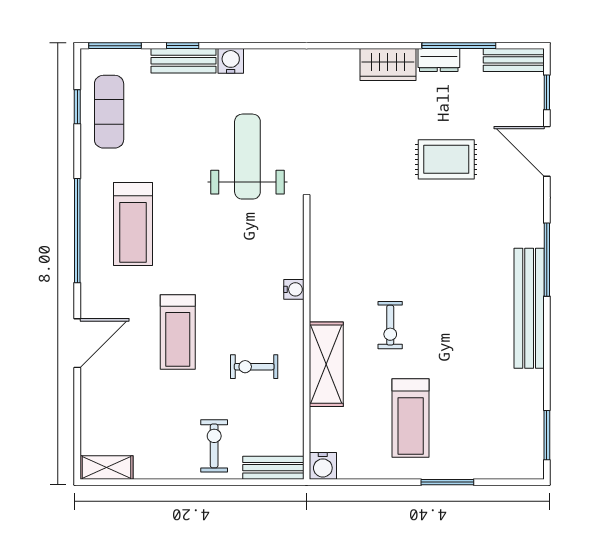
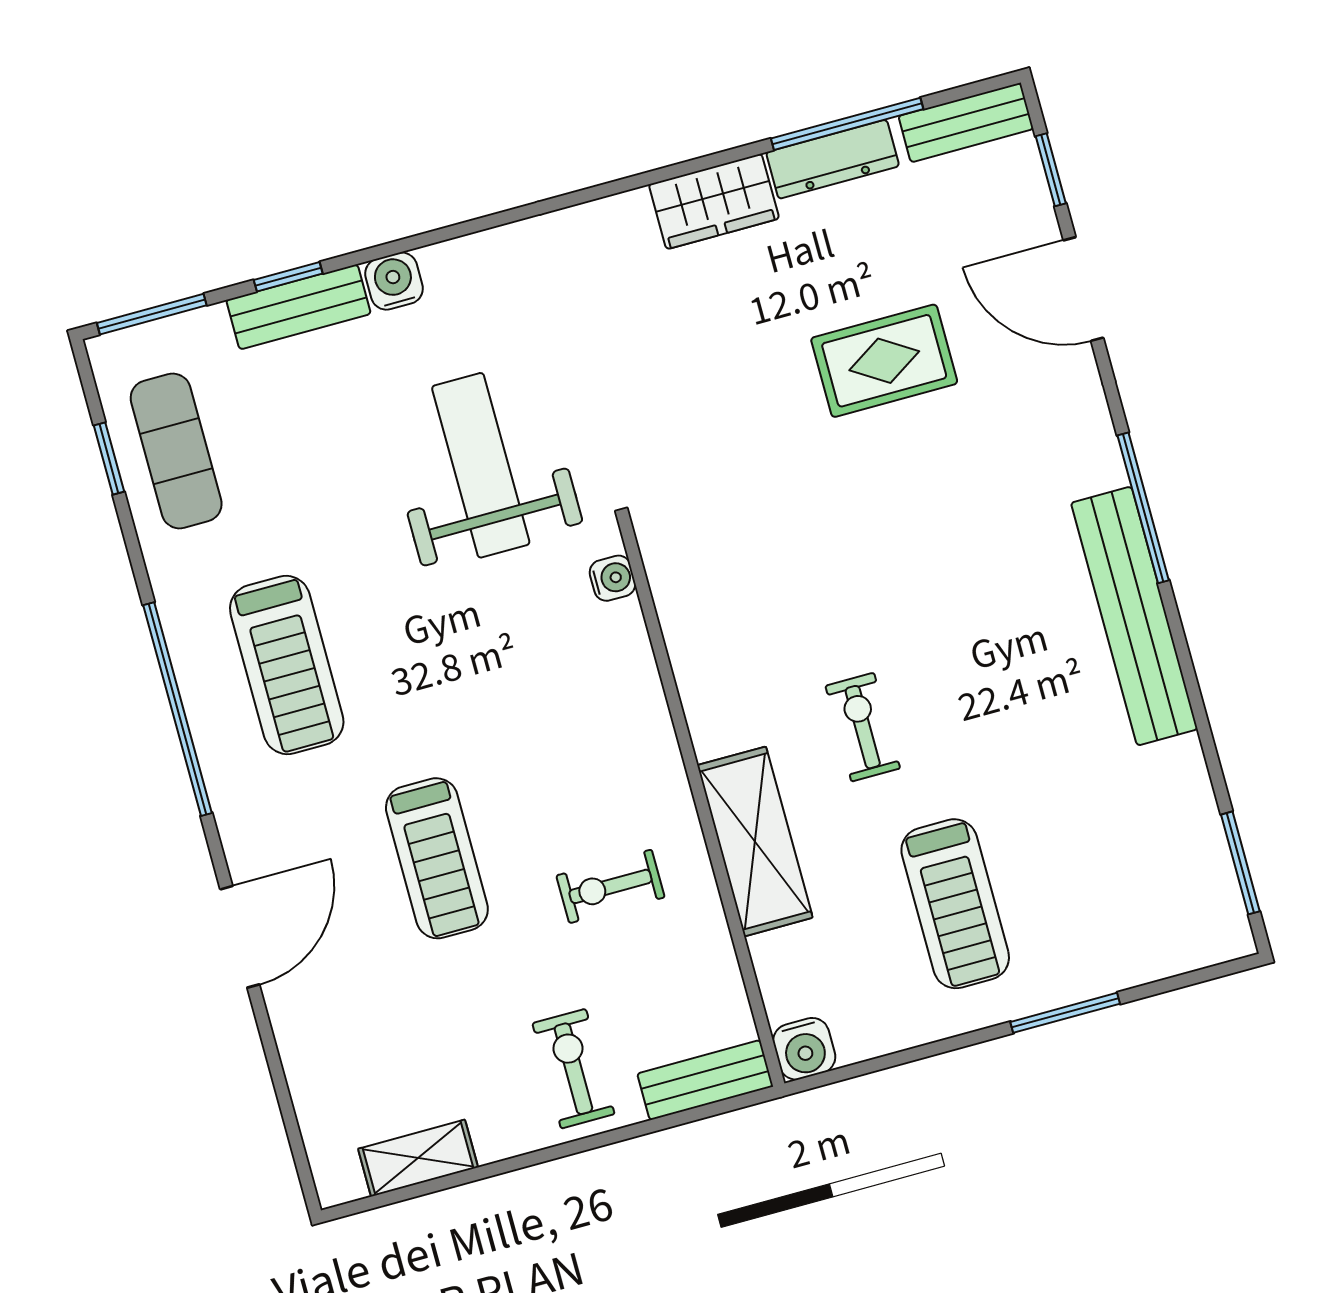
dresser: (439, 60) -> (833, 159), width x1.44
water cooler: (294, 289) -> (613, 578), moved
exercise bike: (390, 325) -> (863, 727), turned 180
shelving: (106, 467) -> (418, 1158), moved

